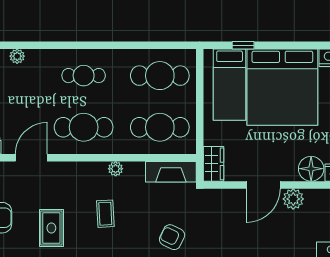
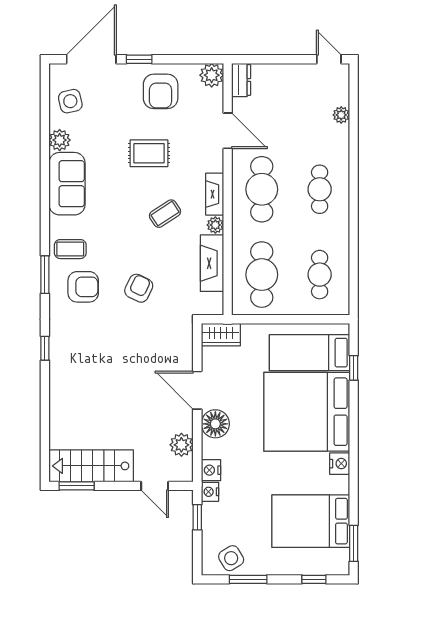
cafe table: (160, 76) -> (320, 275), width x0.73, depth x0.74
fireplace: (88, 169) -> (215, 194), added
floor lamp: (311, 169) -> (215, 424), moved
fireplace: (171, 172) -> (212, 263), moved
plant: (293, 199) -> (181, 445), moved
coffee table: (105, 214) -> (165, 214), turned -30

